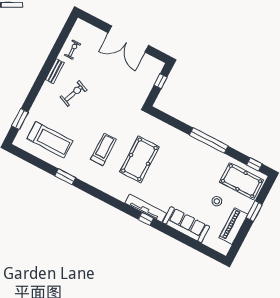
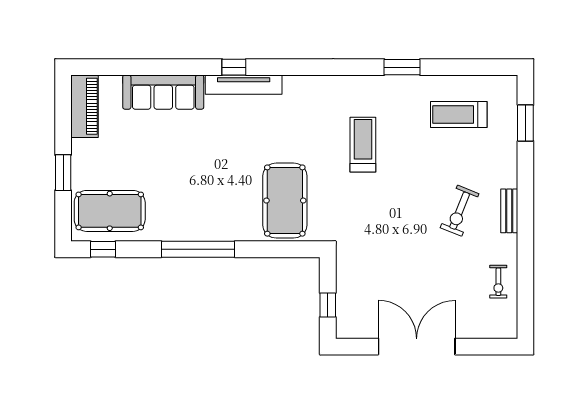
bench: (55, 71) -> (509, 211), moved
treadmill: (50, 140) -> (459, 115), width x0.73, depth x0.73
treadmill: (103, 149) -> (363, 145), turned 180
pool table: (139, 159) -> (285, 201), moved
stool: (217, 201) -> (133, 157), removed
piano: (233, 226) -> (84, 106), moved

